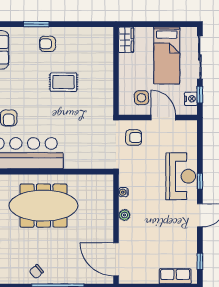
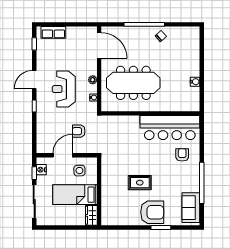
armchair: (48, 44) -> (152, 212), width x1.88, depth x1.88
bed: (167, 55) -> (75, 195), moved, turned -90
door: (163, 117) -> (63, 155), swing flipped
armchair: (134, 138) -> (79, 131), moved
reception desk: (181, 176) -> (64, 89), moved
meeting table: (44, 206) -> (133, 83), moved

